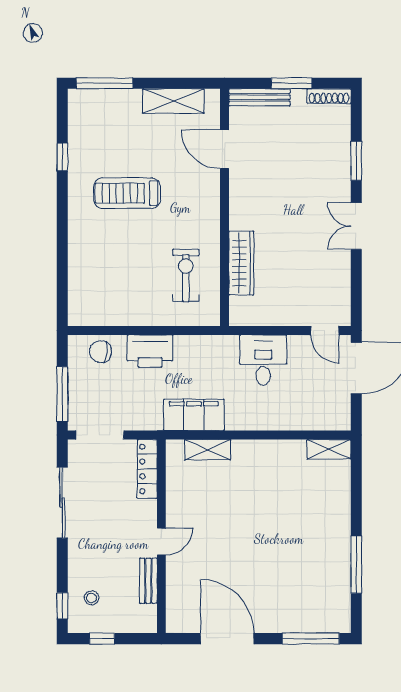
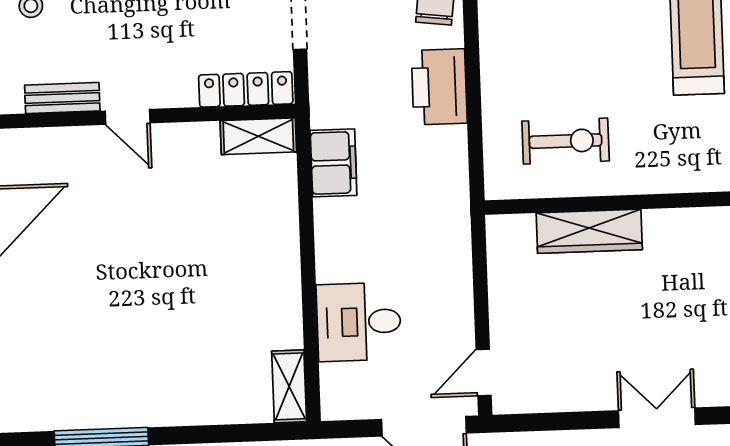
desk: (263, 360) -> (359, 322), moved, turned 180
filing cabinet: (194, 415) -> (334, 163), width x0.67, depth x0.86
shelving: (208, 450) -> (258, 136), moved, turned 90

